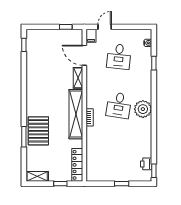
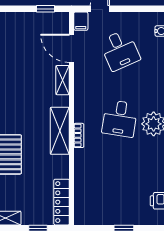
desk: (119, 56) -> (120, 50), turned -30
shelving: (76, 114) -> (60, 131), width x0.68

